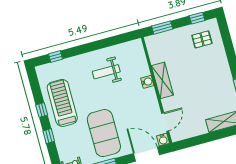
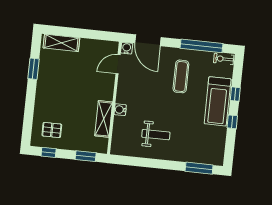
window: (55, 57) -> (199, 168), width x2.17
shelving: (162, 80) -> (104, 119), moved
treadmill: (62, 103) -> (218, 101), moved
exercise mat: (104, 133) -> (181, 76), width x0.50, depth x0.69

